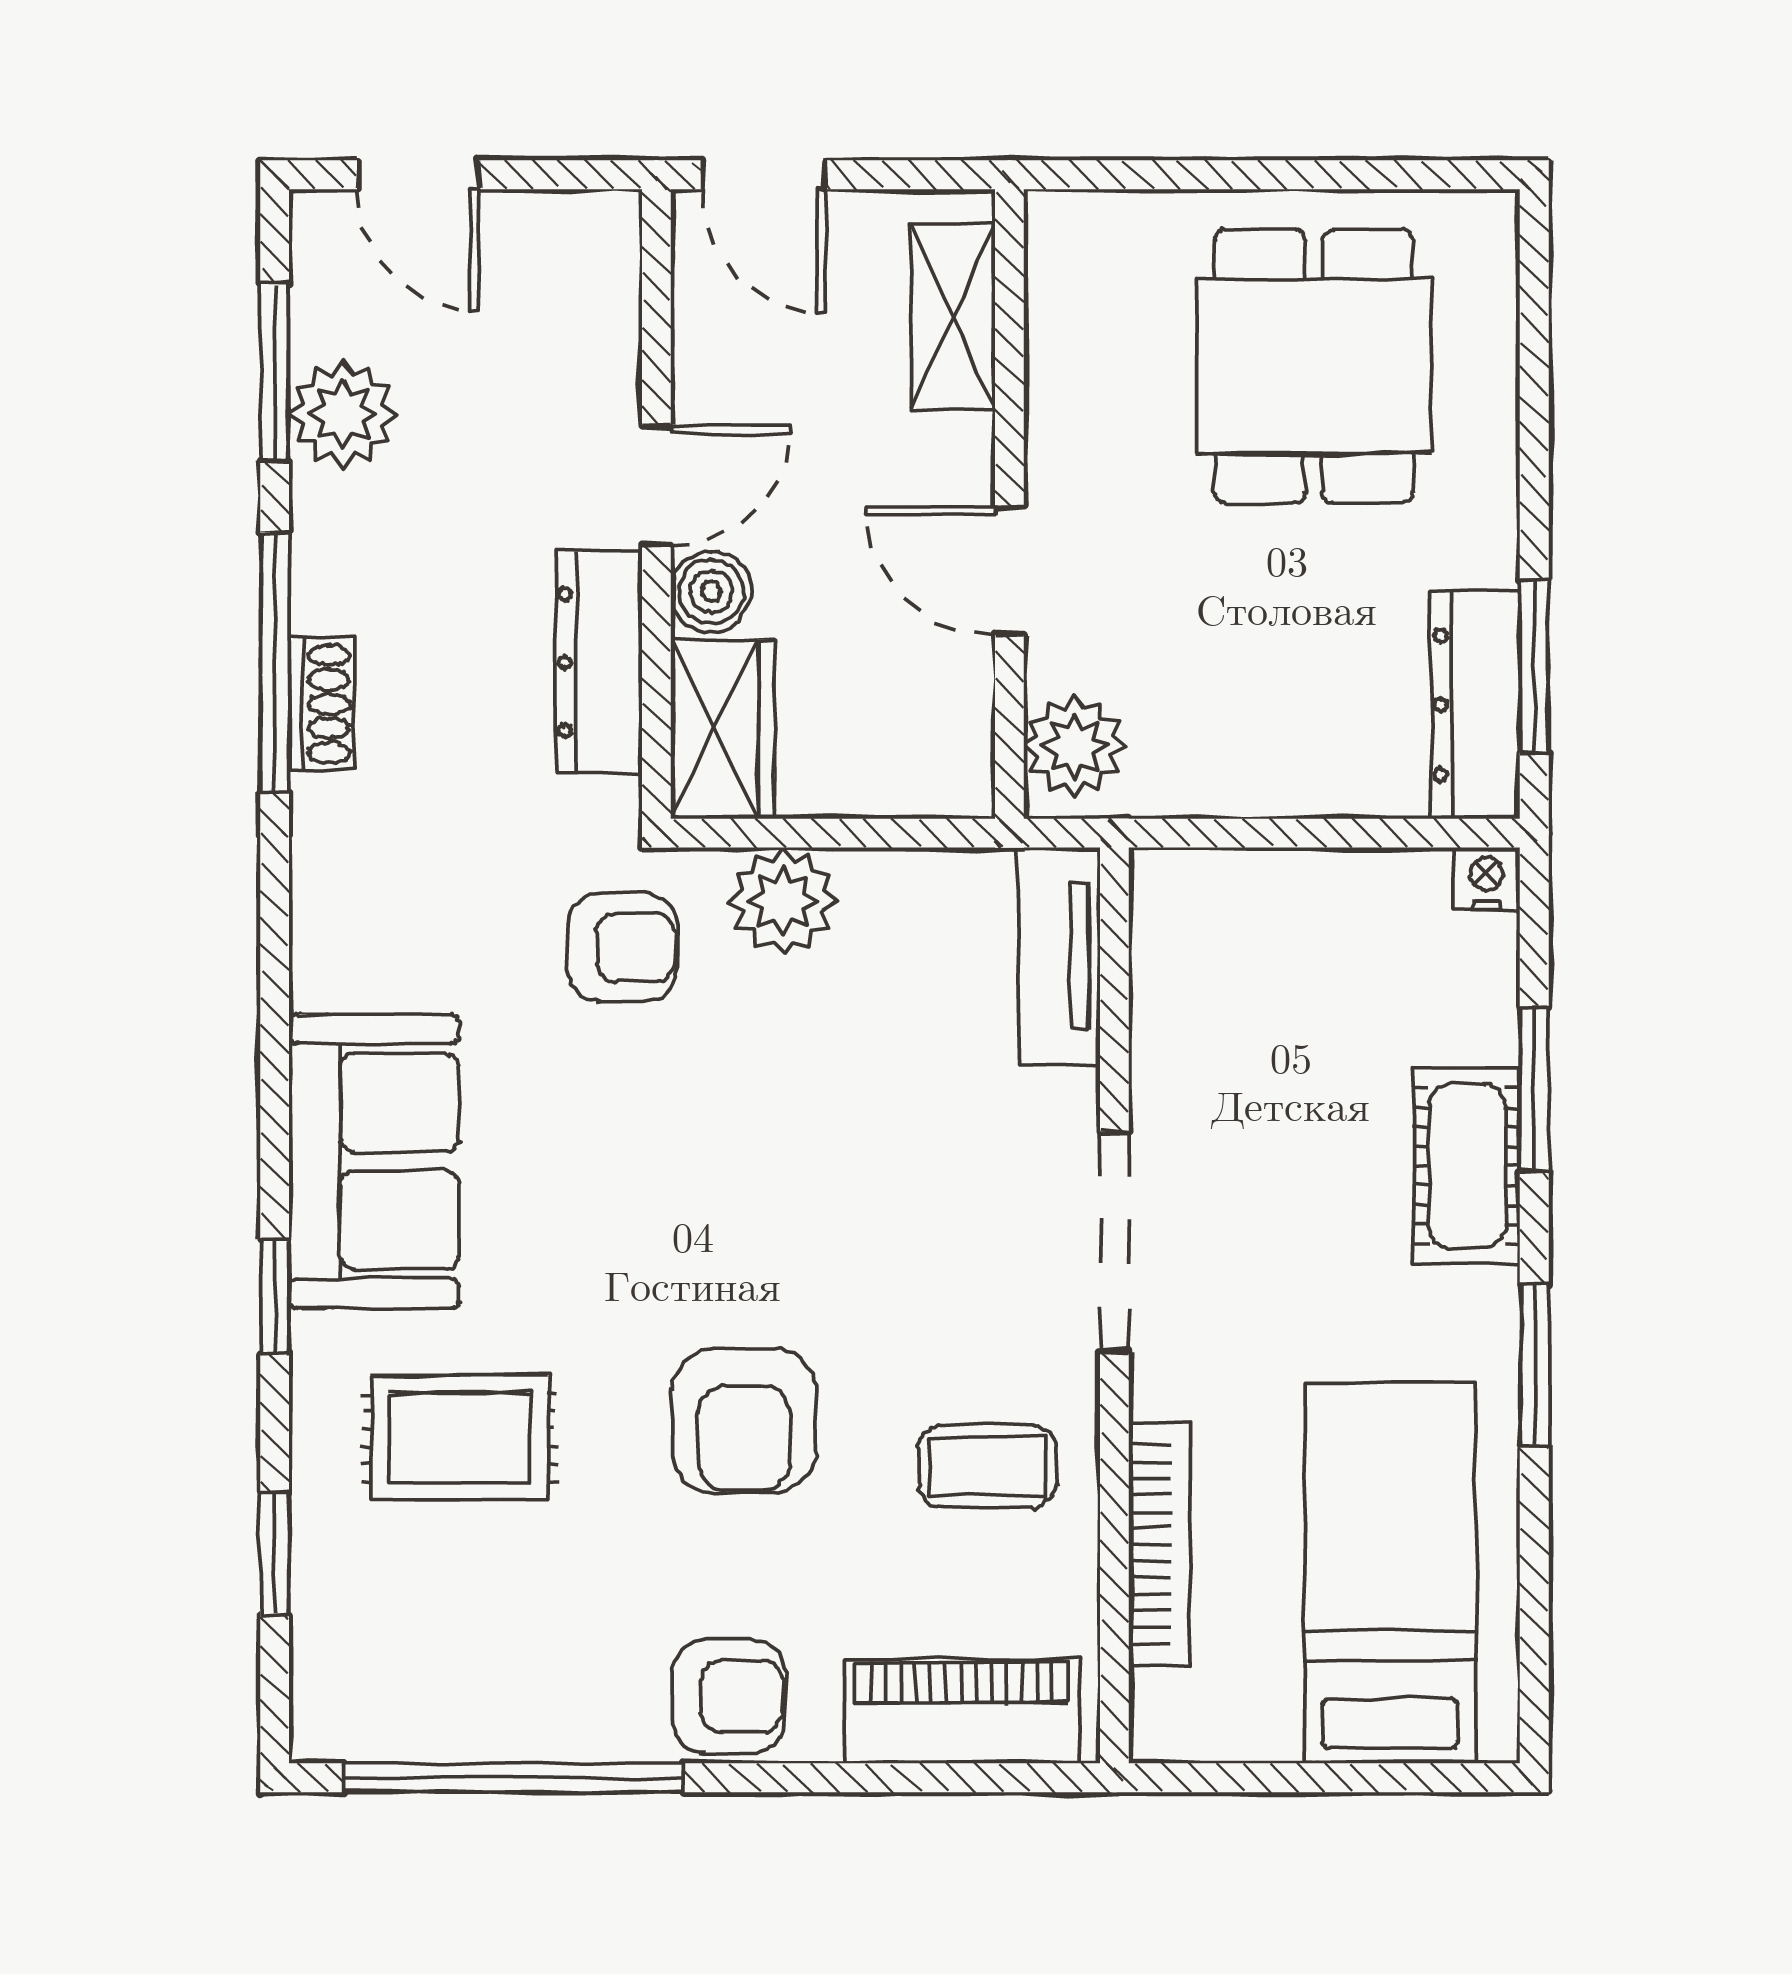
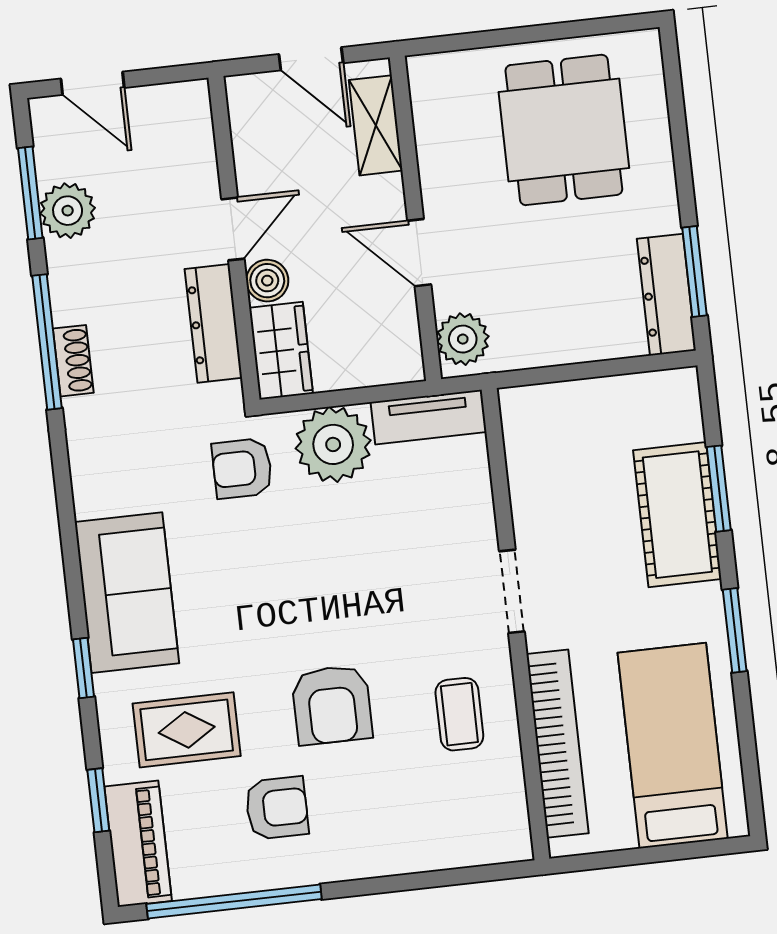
door: (764, 175) -> (311, 59), moved
nightstand: (1487, 879) -> (682, 383), removed
plant: (783, 901) -> (333, 444), width x1.36, depth x1.36
armchair: (622, 947) -> (242, 468), turned 180
tv unit: (1059, 956) -> (429, 417), moved, turned -90
cot: (1467, 1166) -> (677, 515), width x1.37, depth x1.34
doorway: (1114, 1242) -> (512, 591), width x0.73
coffee table: (987, 1466) -> (459, 714), turned 90
bookcase: (1160, 1544) -> (558, 744), width x1.48, depth x1.31
armchair: (728, 1696) -> (277, 808), moved
piano: (962, 1711) -> (138, 844), moved, turned 90

